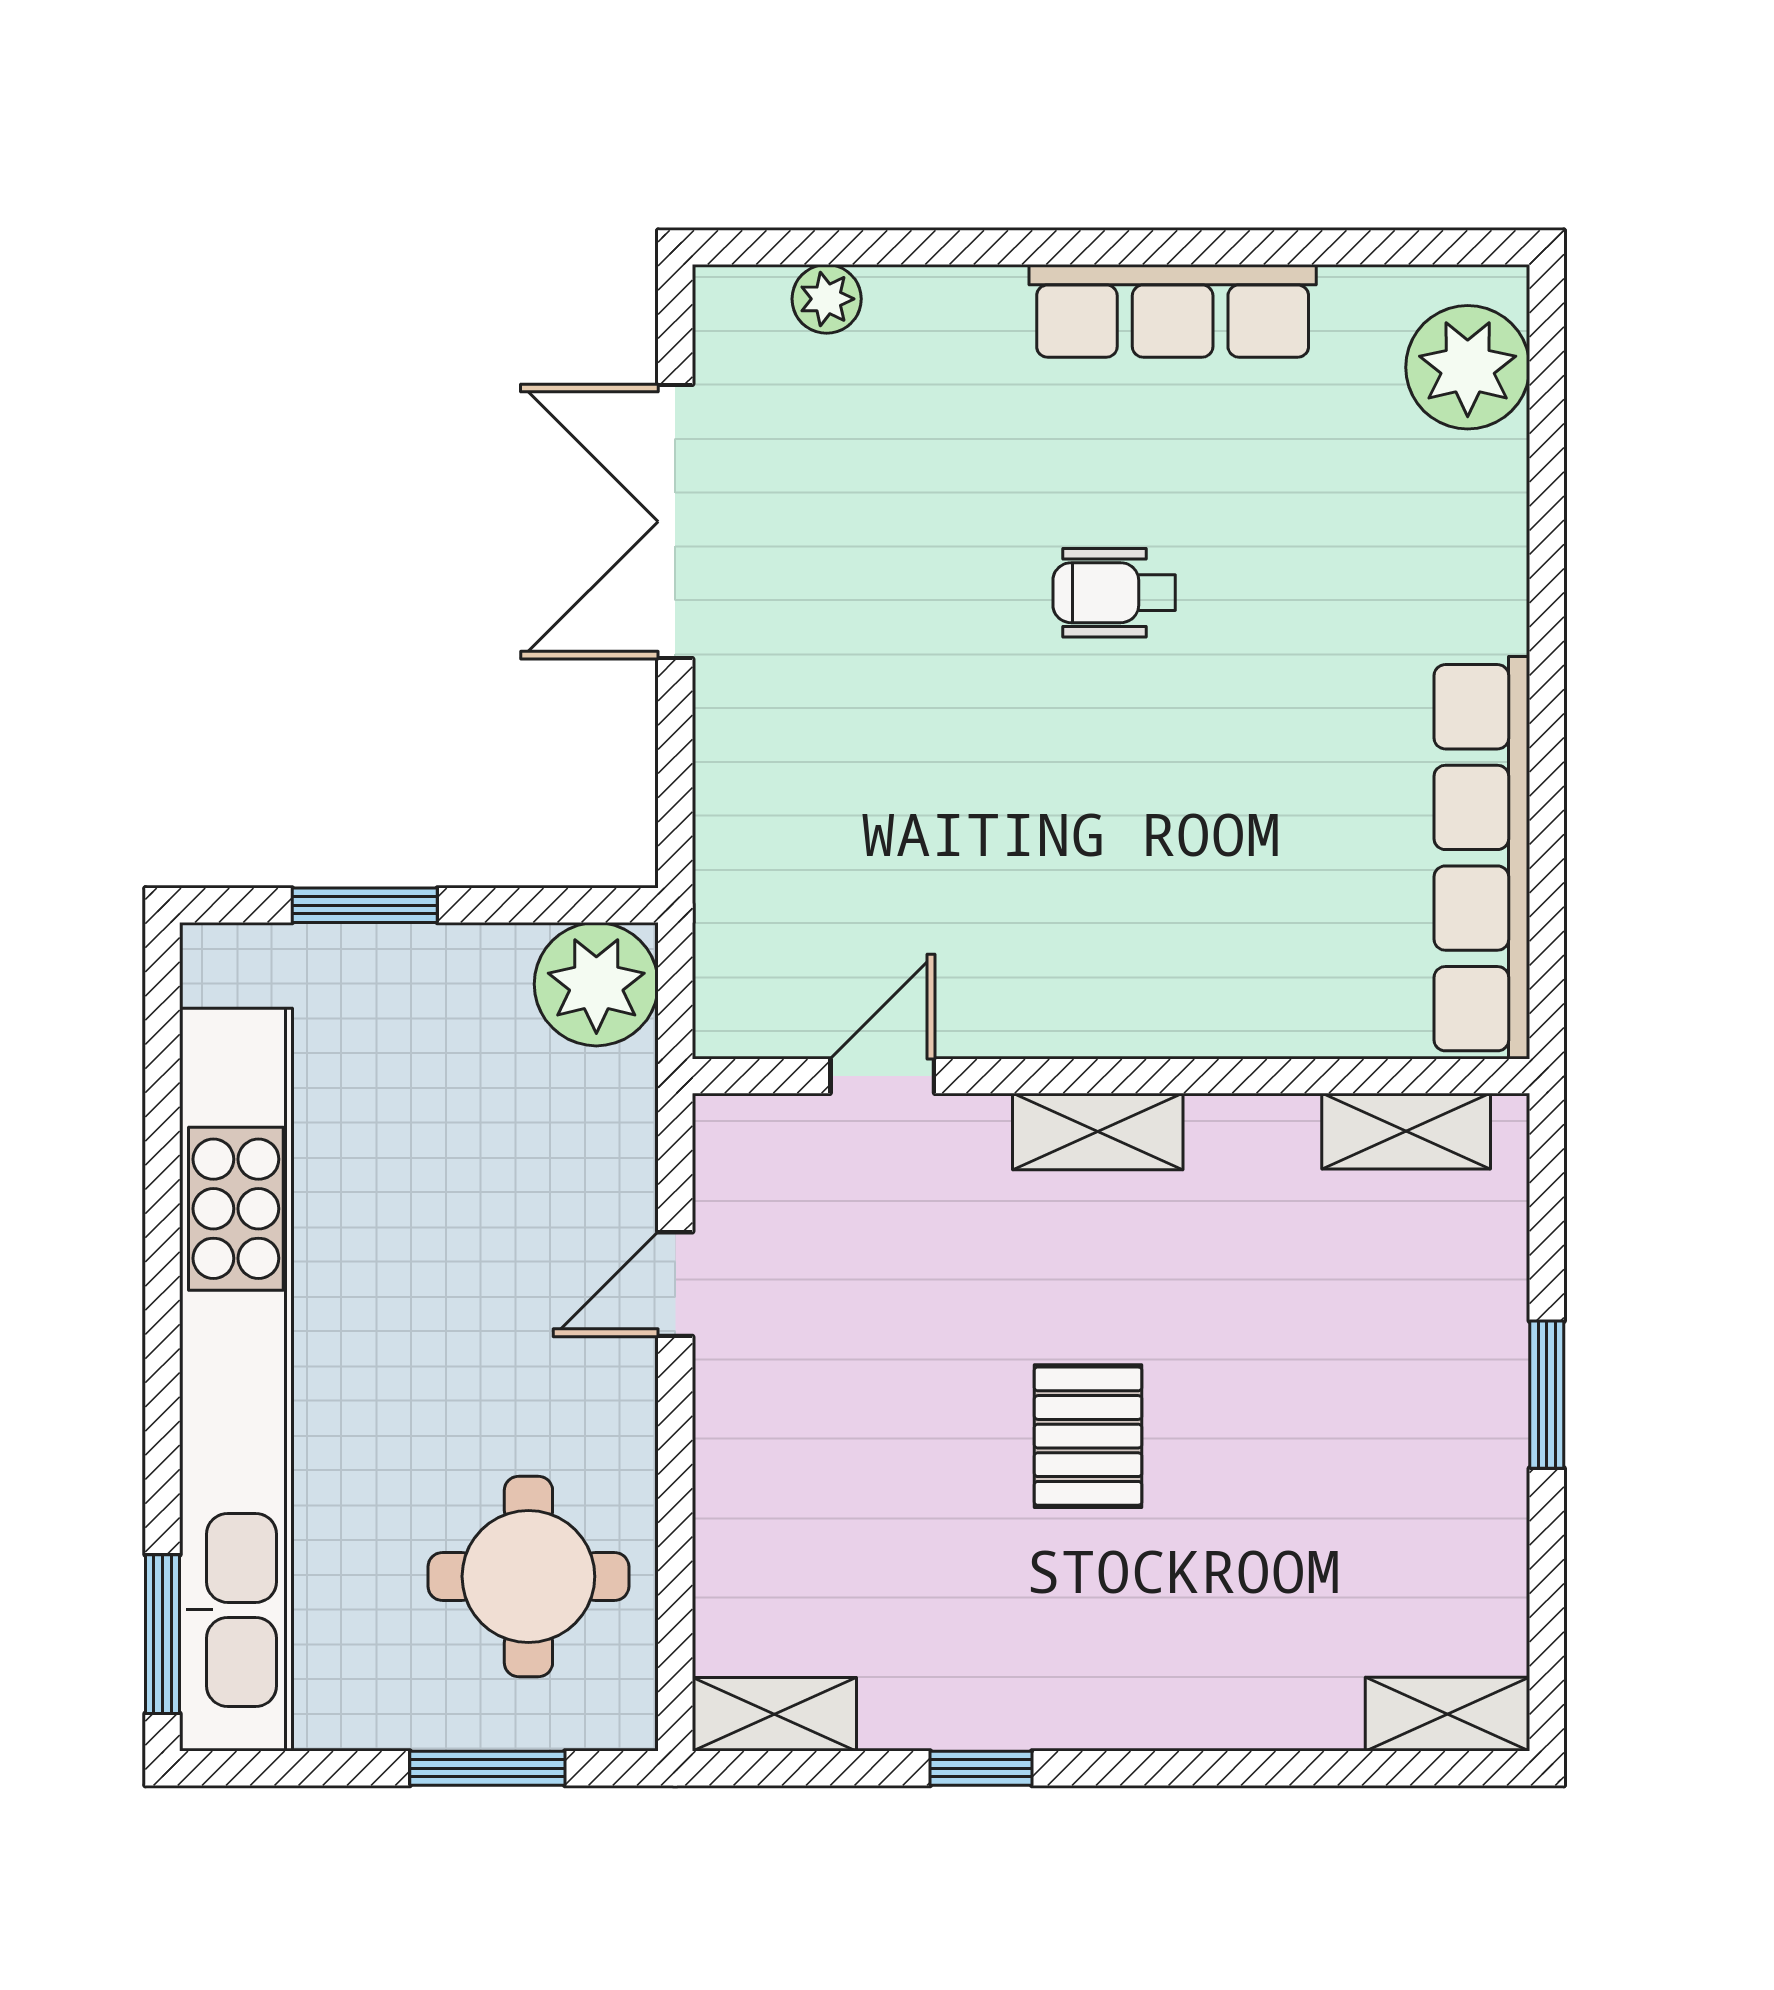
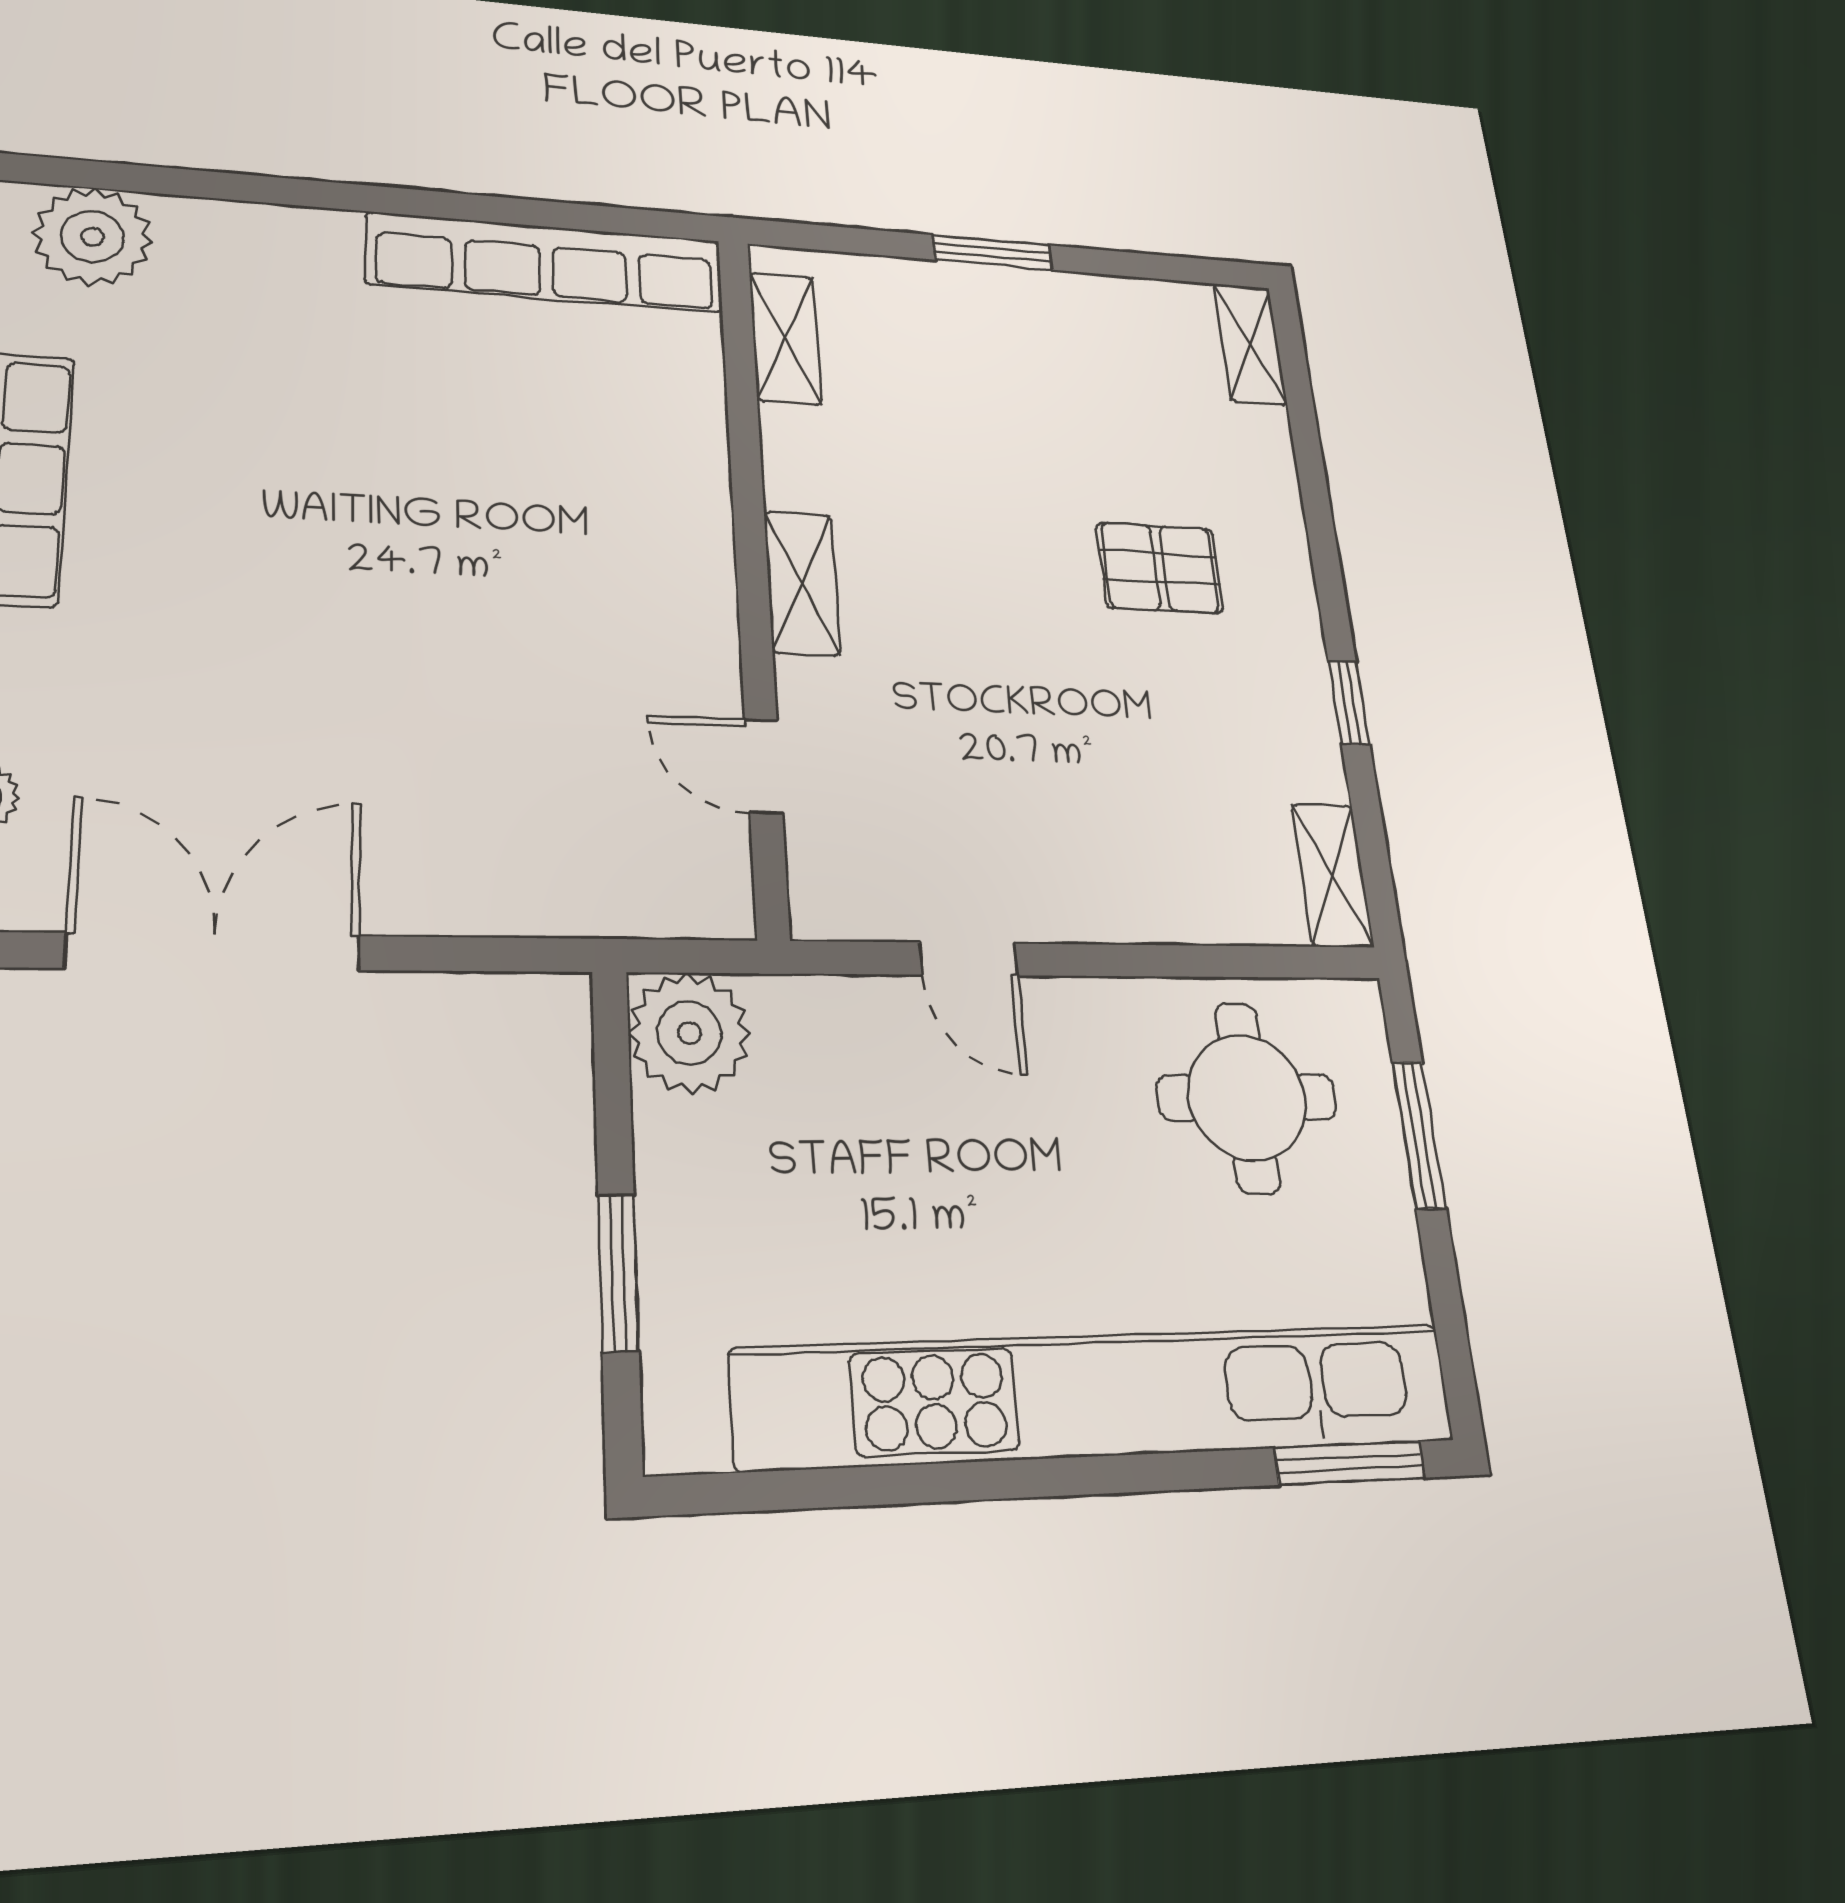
double door: (675, 522) -> (214, 952), swing flipped
wheelchair: (1114, 593) -> (299, 544), removed
pallet: (1088, 1436) -> (1160, 568), moved

